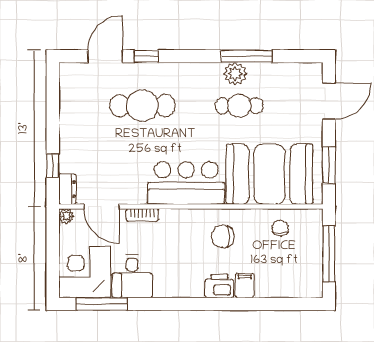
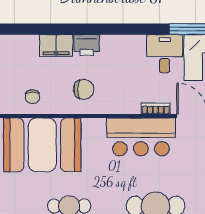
bar counter: (186, 183) -> (141, 137), moved
filing cabinet: (245, 286) -> (56, 46), width x2.00

